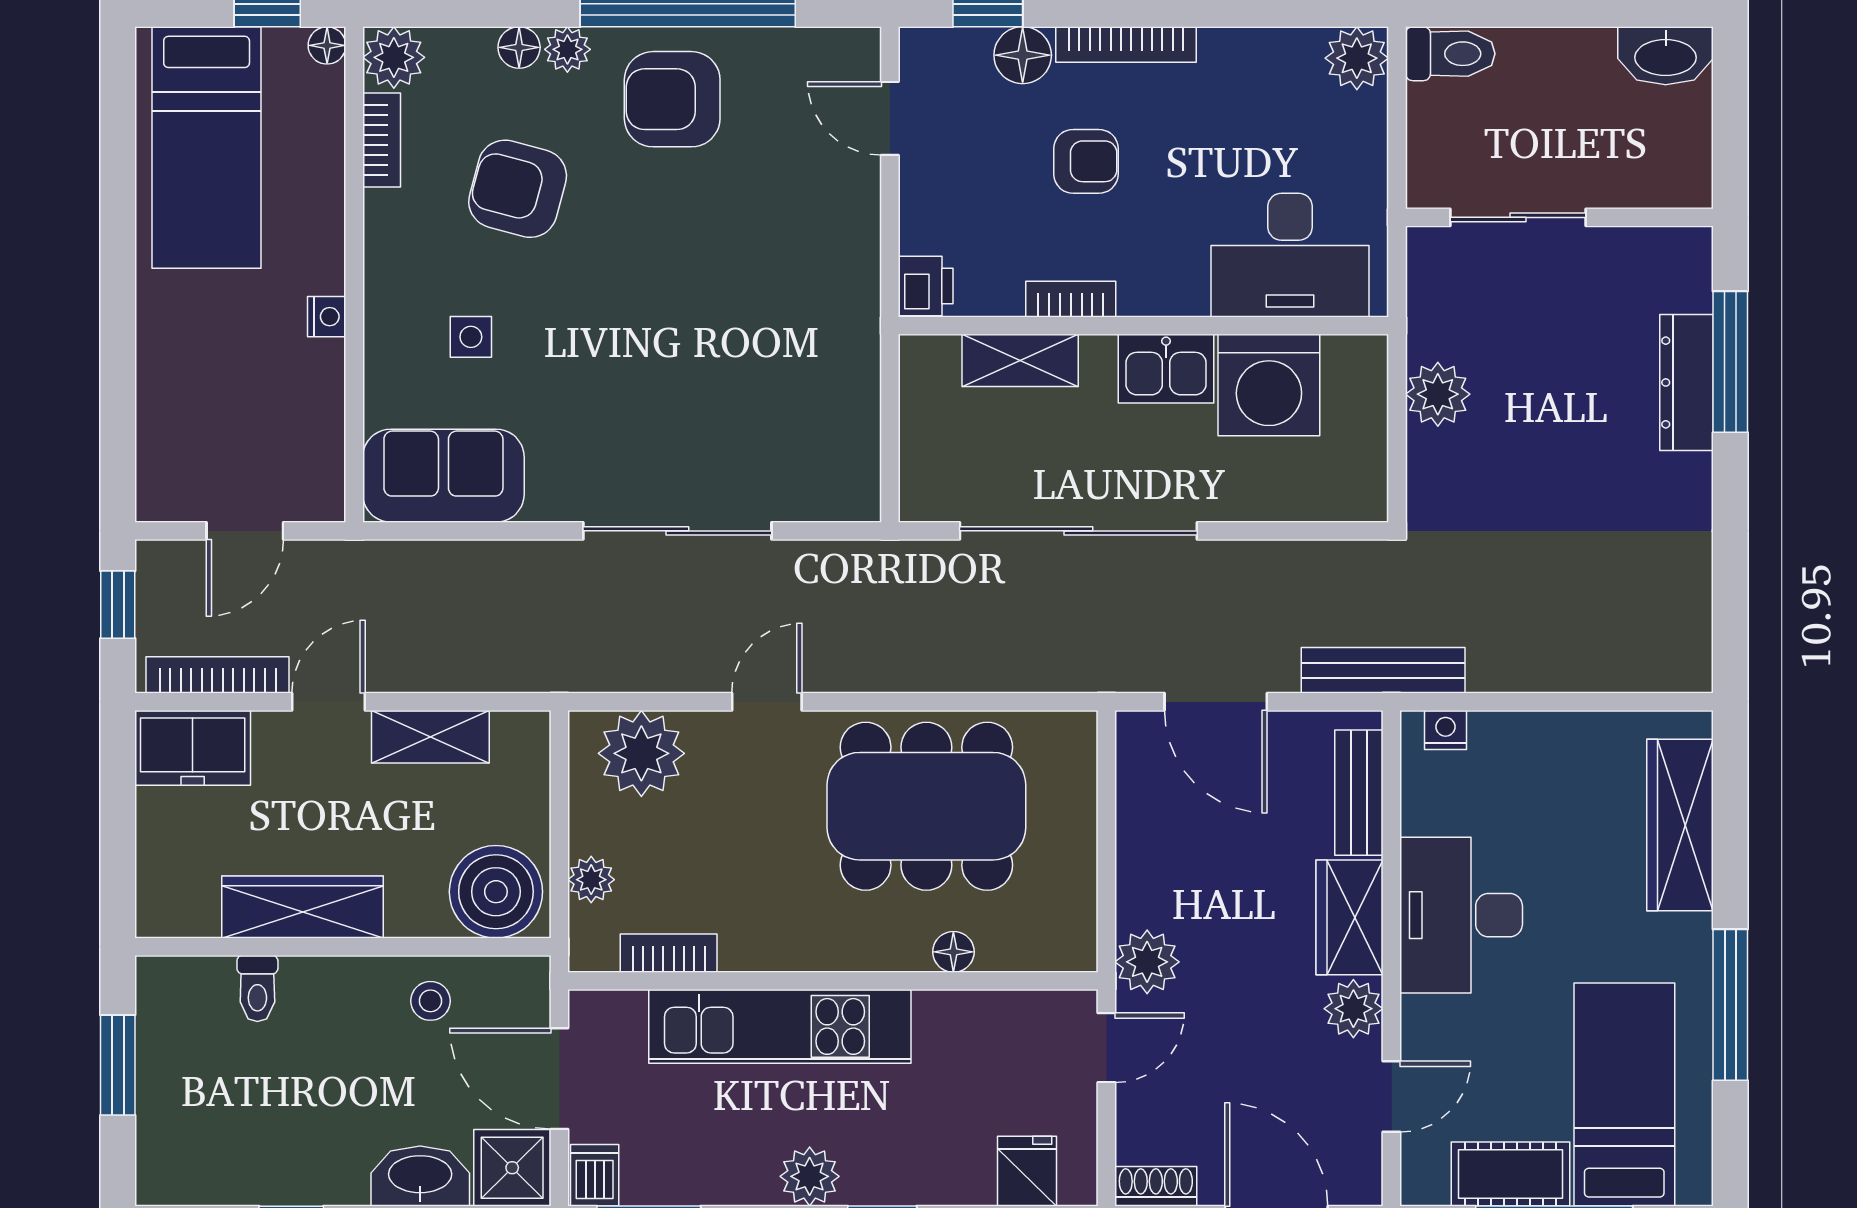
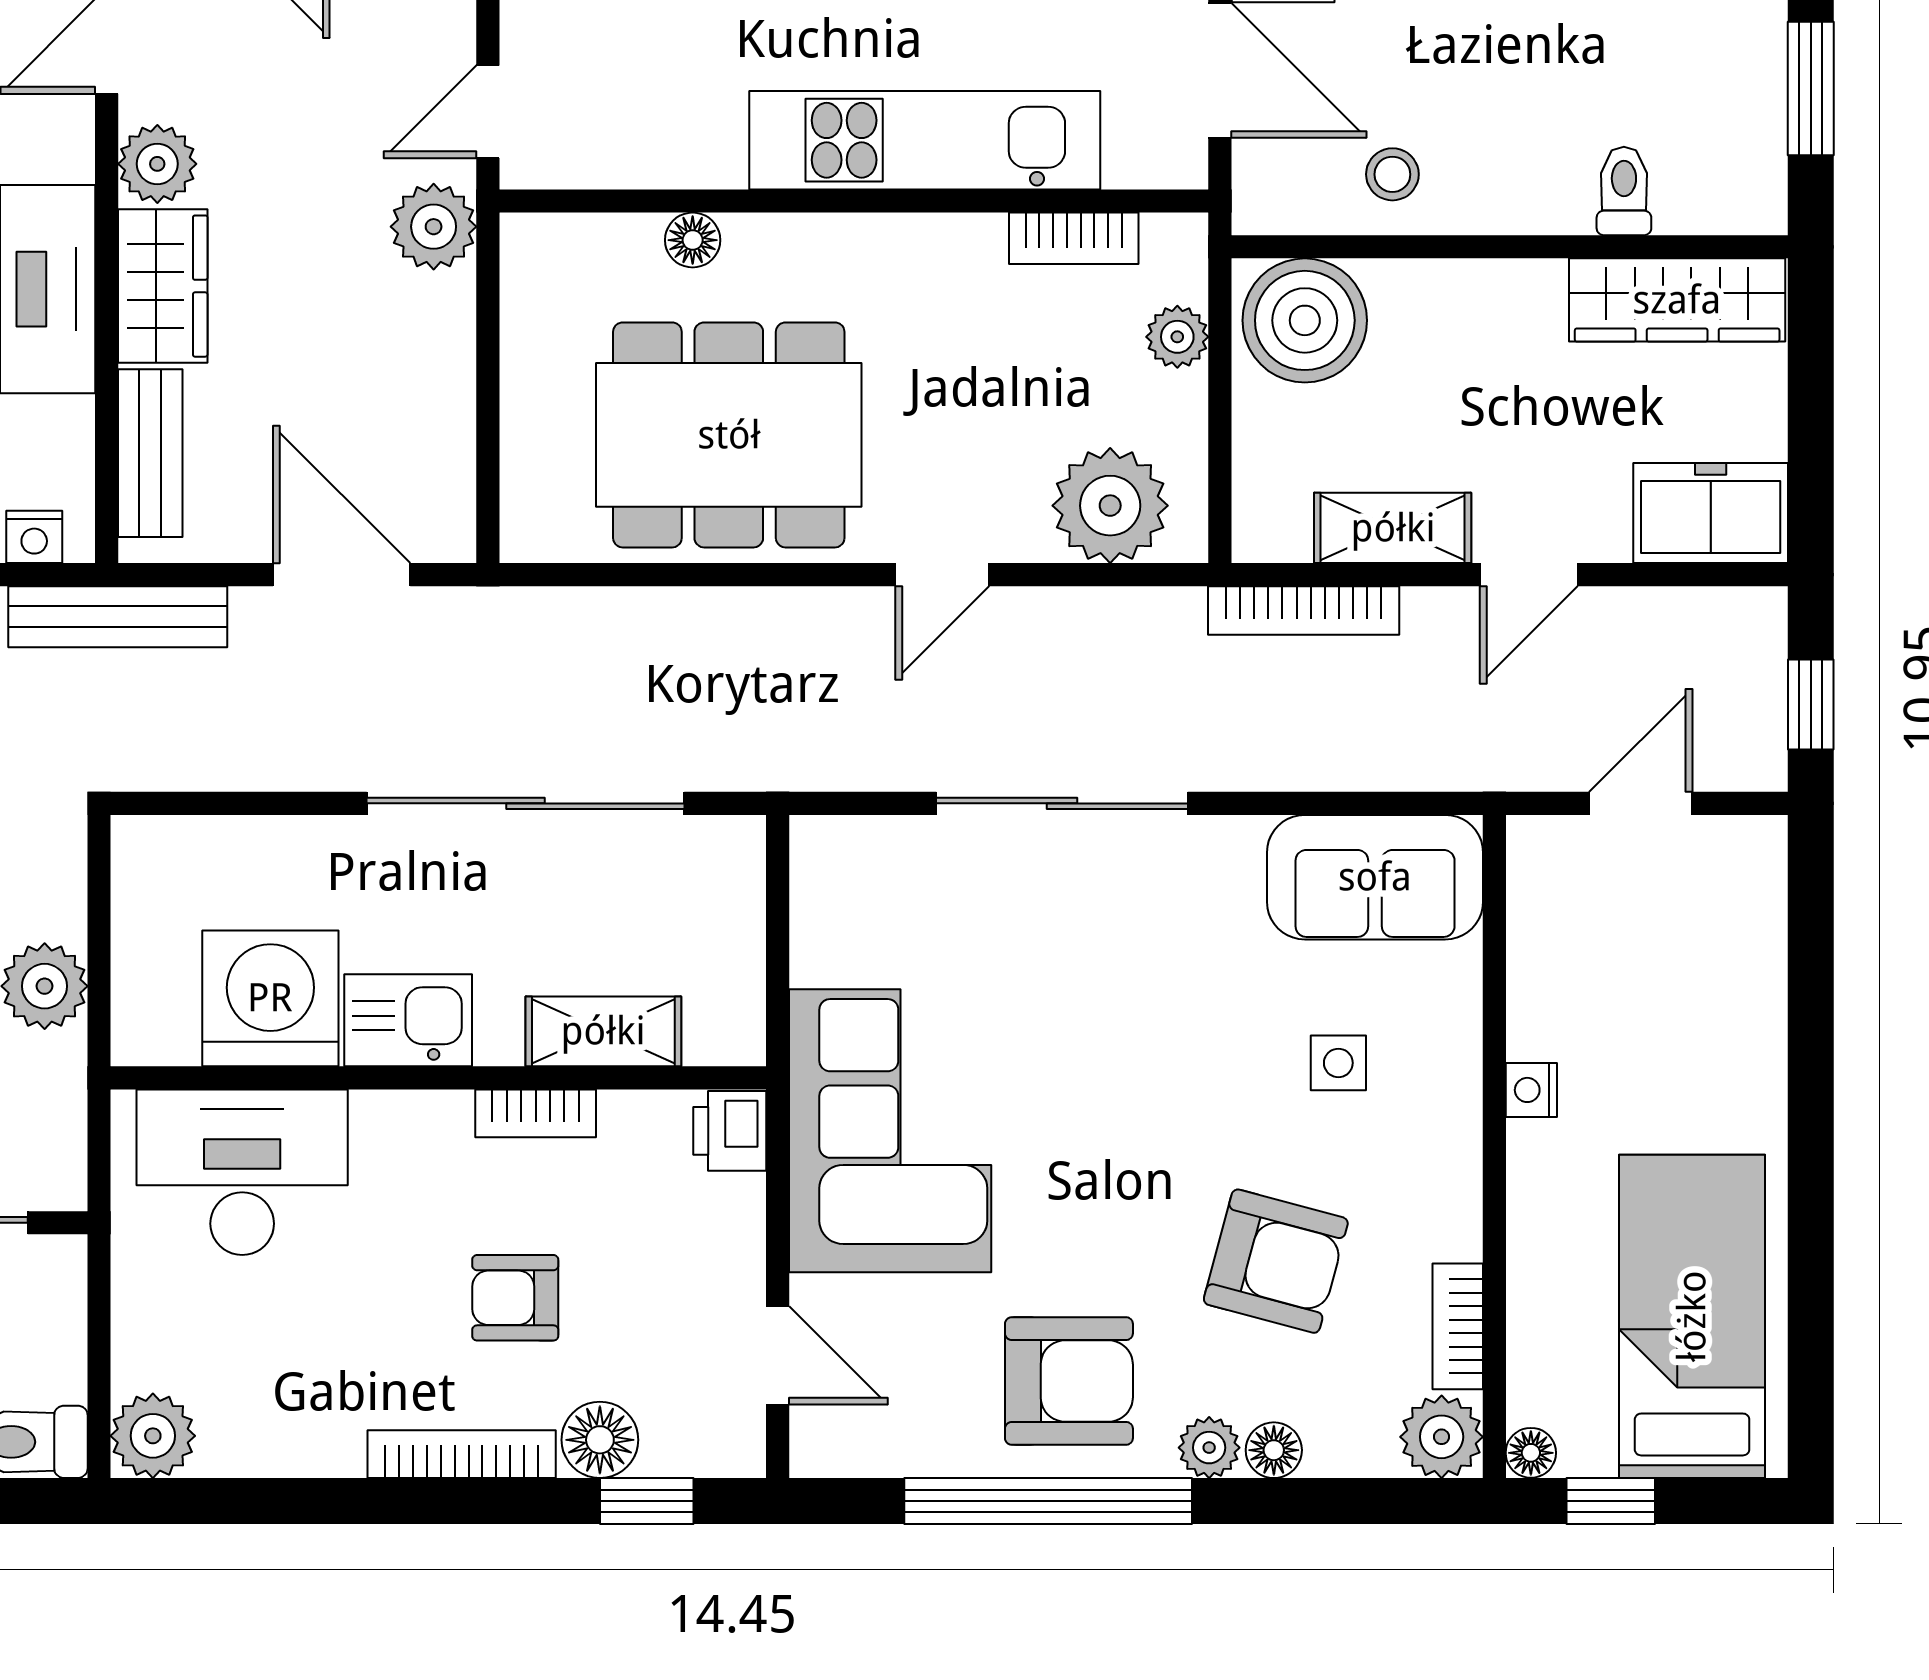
corner sofa: (806, 286) -> (890, 1131), added
bookcase: (218, 675) -> (1304, 611), moved
wardrobe: (302, 907) -> (1677, 300), moved

